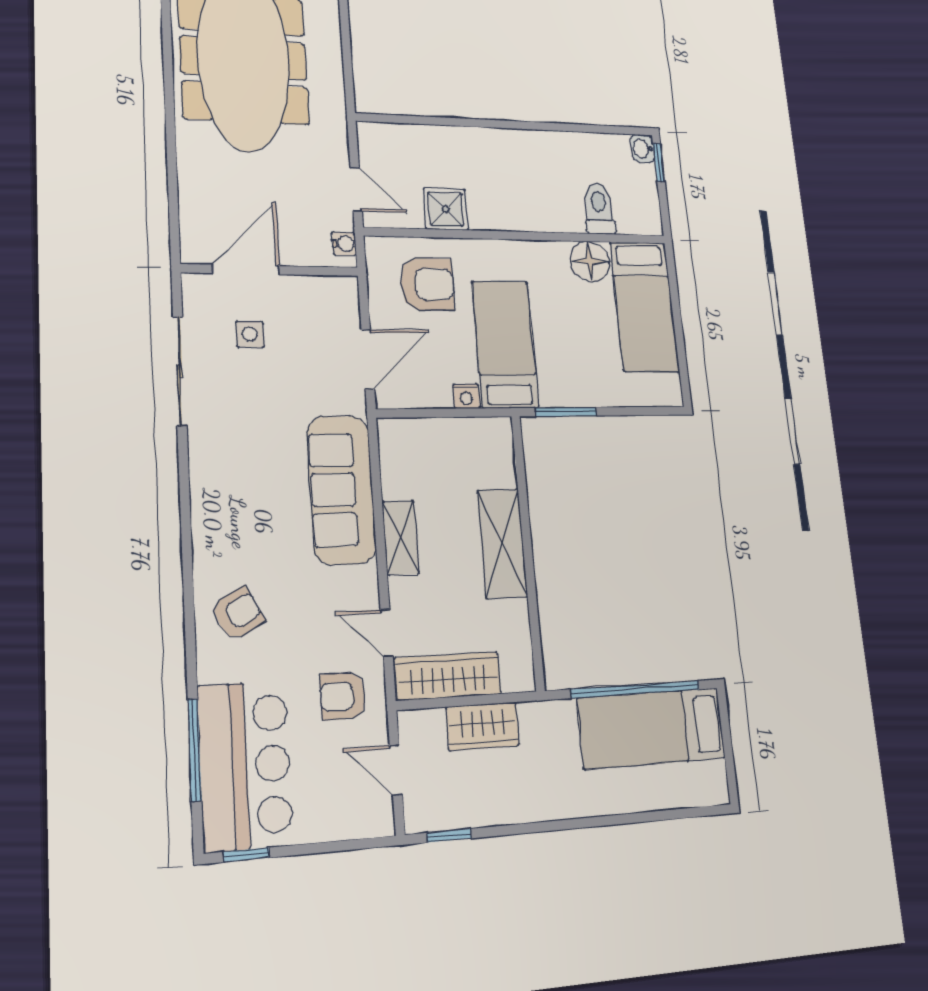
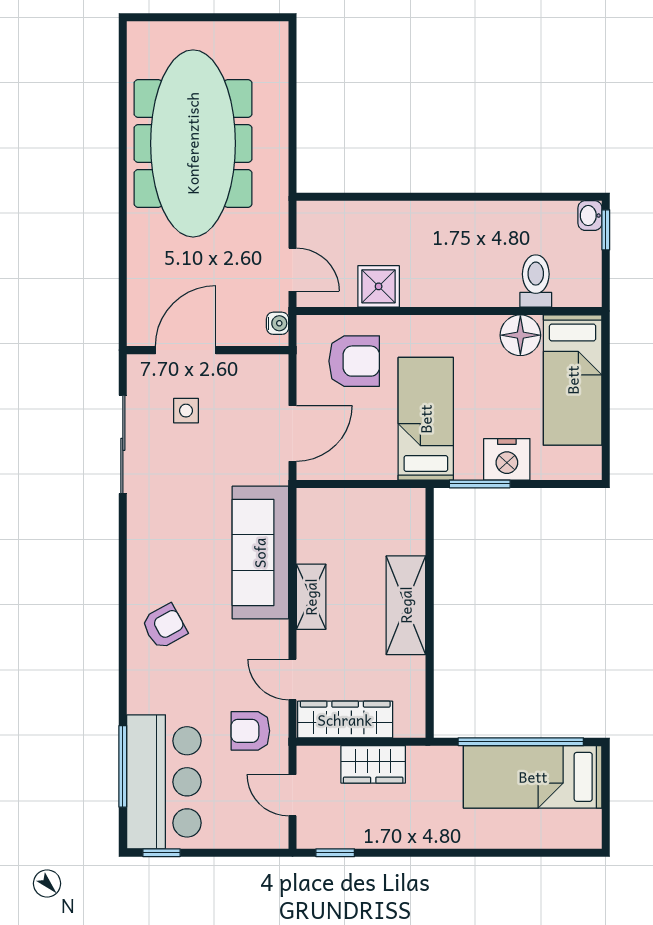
nightstand: (466, 396) -> (507, 459), moved, width x1.89, depth x1.79
armchair: (238, 614) -> (164, 626), moved

